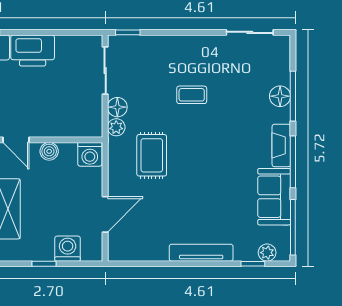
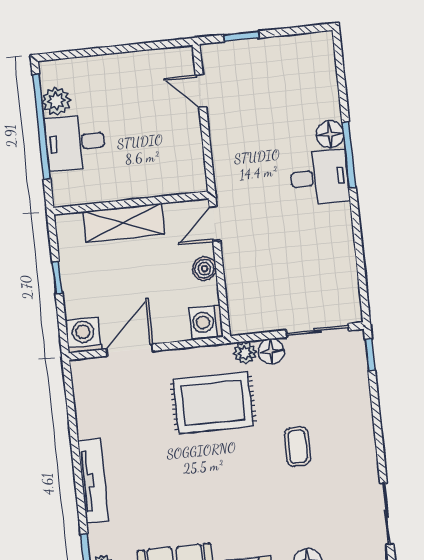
printer: (33, 50) -> (333, 233), removed
rug: (152, 155) -> (213, 403), width x1.36, depth x1.43
door: (105, 214) -> (130, 350), swing flipped
washing machine: (68, 249) -> (83, 335), moved, turned -90

